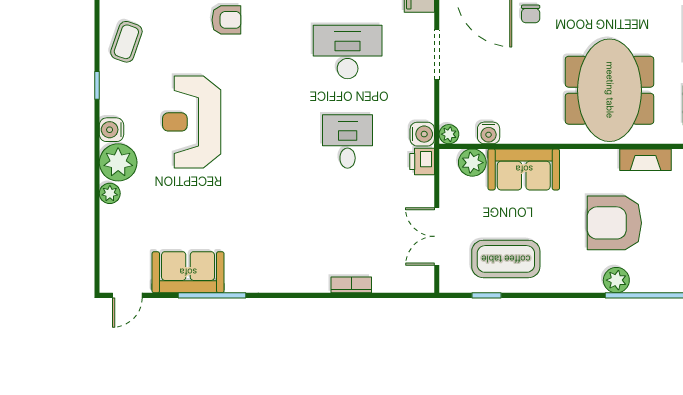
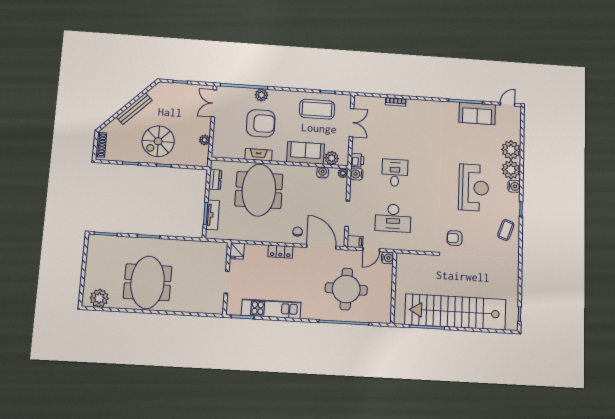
desk: (348, 141) -> (395, 173), turned 180
fireplace: (645, 160) -> (259, 155), moved
plant: (110, 193) -> (511, 150), width x1.87, depth x1.87

